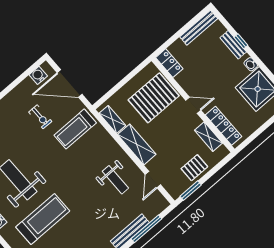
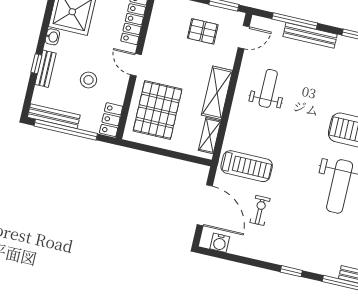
window: (184, 29) -> (66, 130), added
stool: (206, 67) -> (89, 80), added
pallet: (154, 98) -> (158, 110), turned 90
shelving: (209, 137) -> (156, 26), removed
pallet: (194, 168) -> (203, 31), moved
door: (153, 180) -> (244, 37), moved

